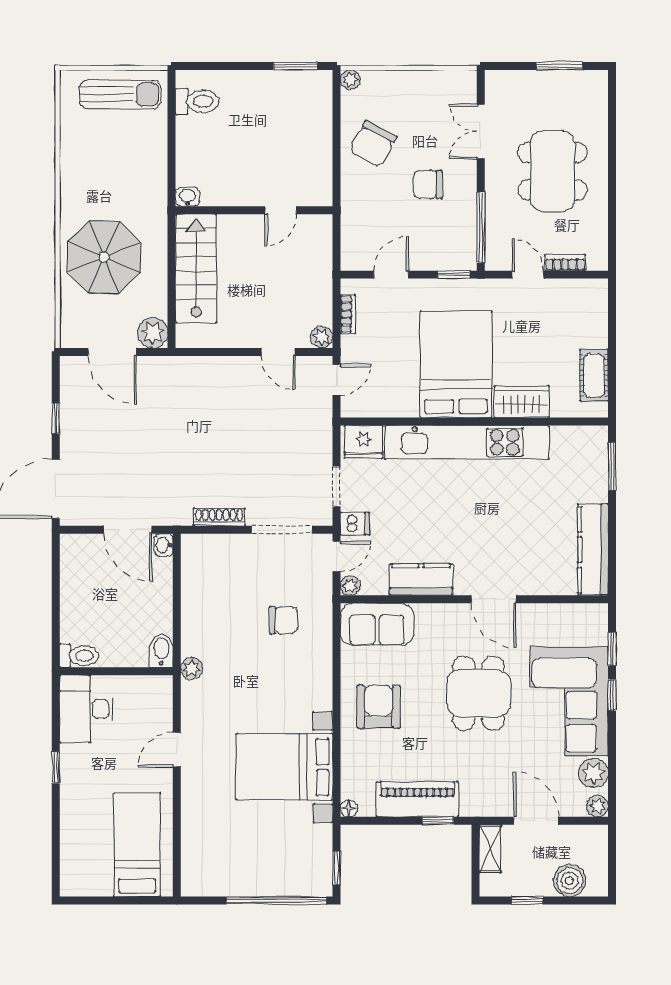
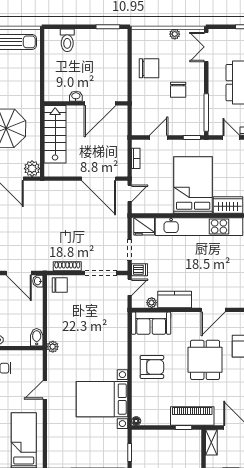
plant: (350, 80) -> (175, 34), moved
toilet: (197, 101) -> (67, 40), moved, turned 90
double door: (481, 132) -> (206, 47), moved
chair: (373, 144) -> (149, 68), turned -118
chair: (428, 185) -> (178, 90), turned -90
washbasin: (187, 197) -> (76, 96), moved
door: (281, 210) -> (100, 103), width x1.87
plant: (322, 337) -> (122, 171), removed
door: (278, 352) -> (99, 179), width x1.87
plant: (350, 585) -> (152, 303), moved
door: (494, 599) -> (213, 310), hinge flipped
chair: (284, 620) -> (60, 285), moved
armchair: (379, 707) -> (152, 367), turned 90
piano: (417, 799) -> (192, 416), moved

